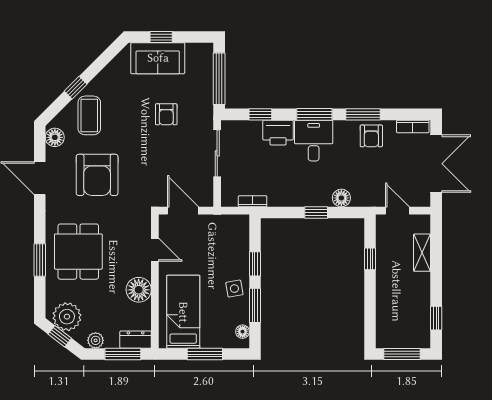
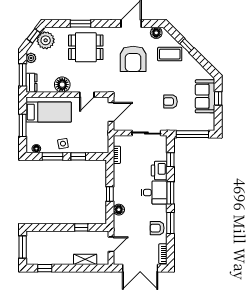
armchair: (97, 175) -> (133, 59), turned -90

